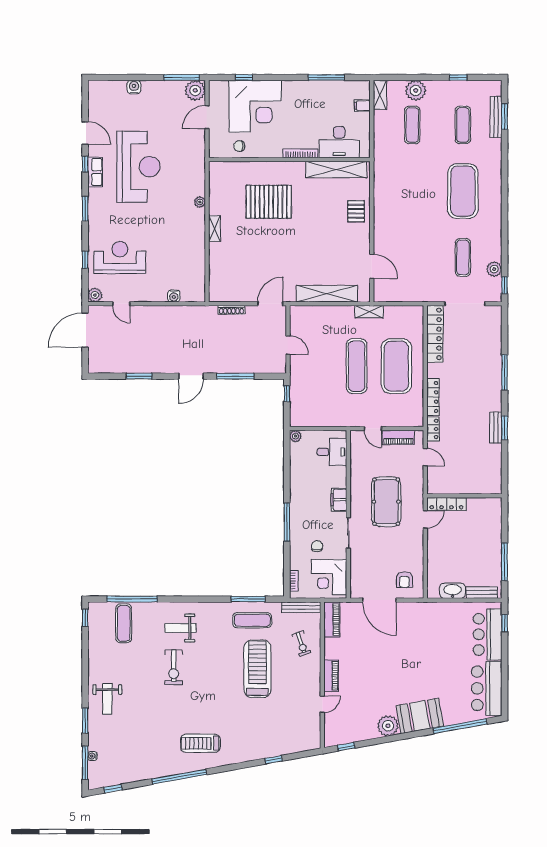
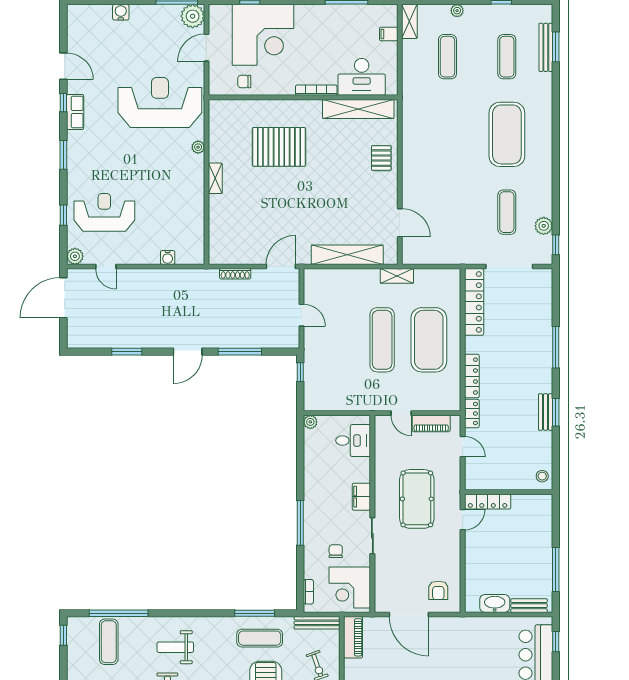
plant: (416, 90) -> (457, 11), width x0.53, depth x0.53
reception desk: (138, 167) -> (160, 103), moved, turned -90
stool: (493, 482) -> (542, 476), added

